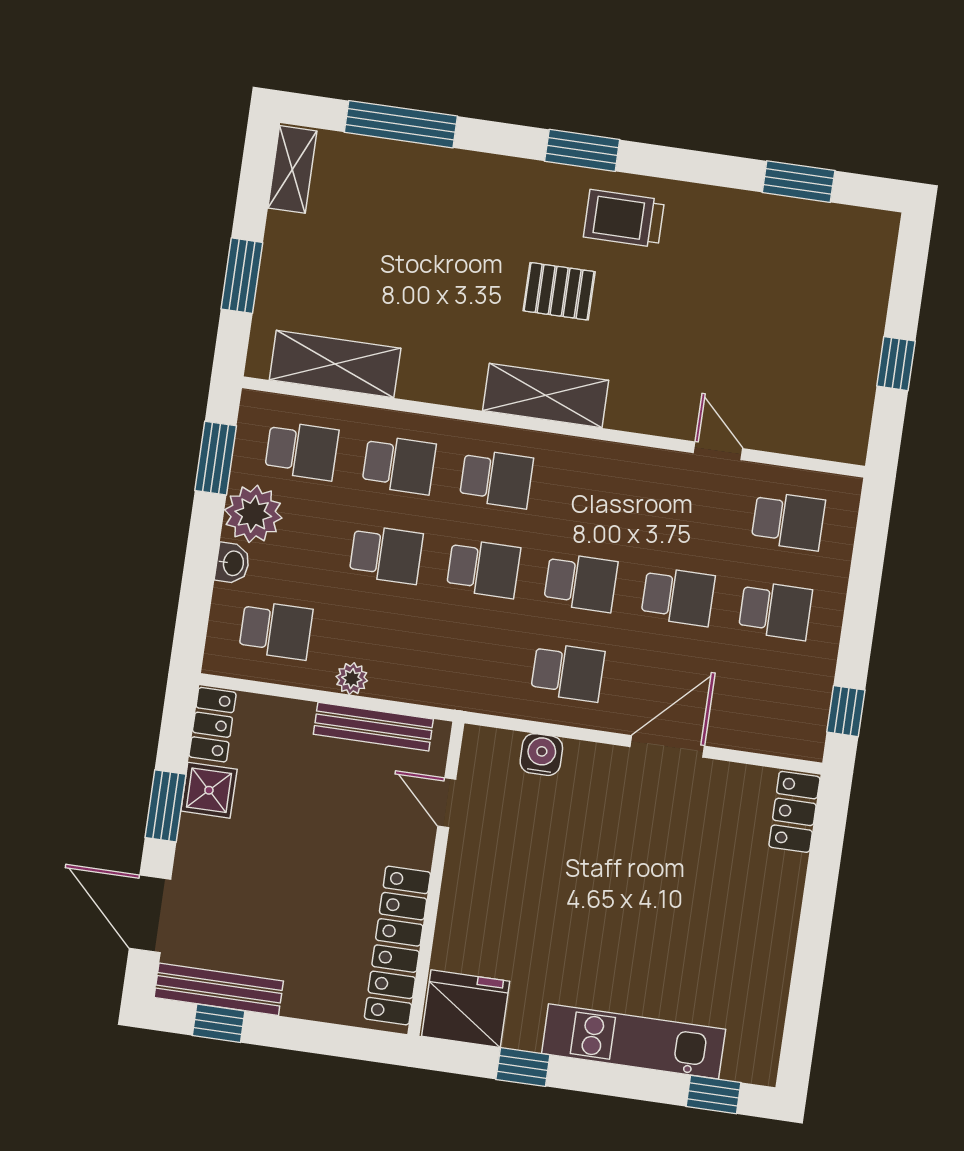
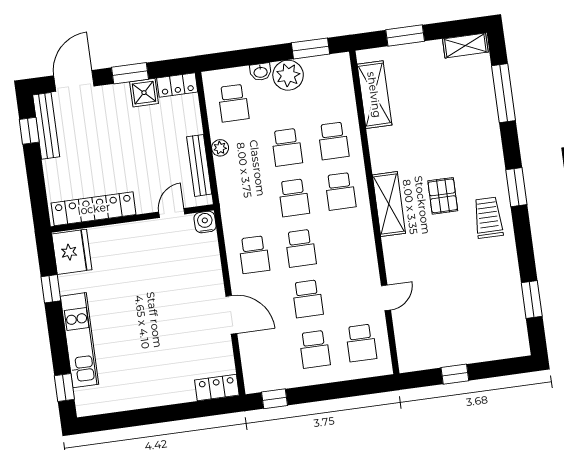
school desk: (302, 451) -> (326, 90), removed
water cooler: (541, 755) -> (205, 222), moved, turned -90

